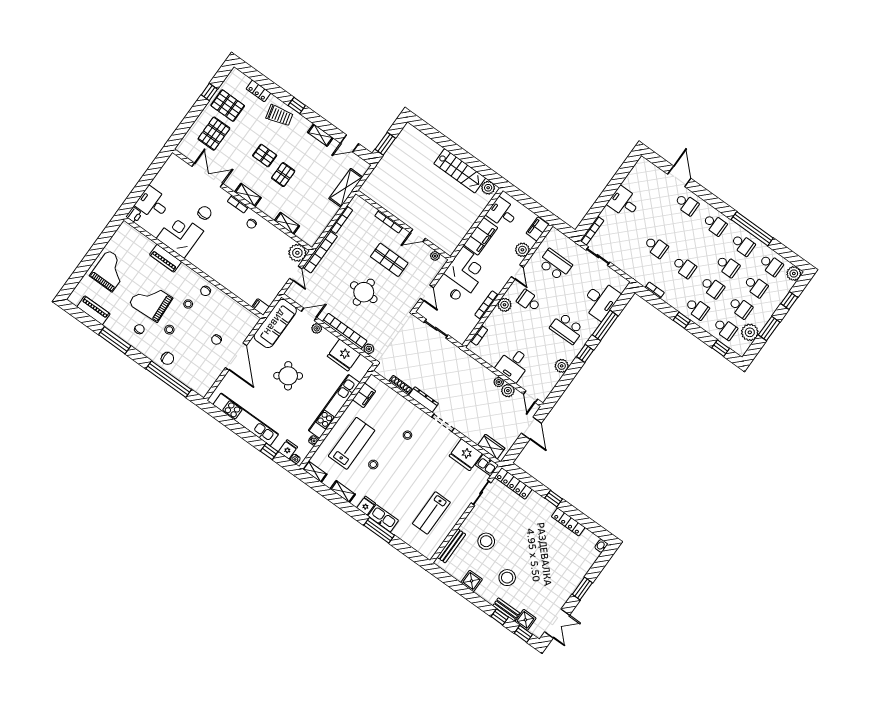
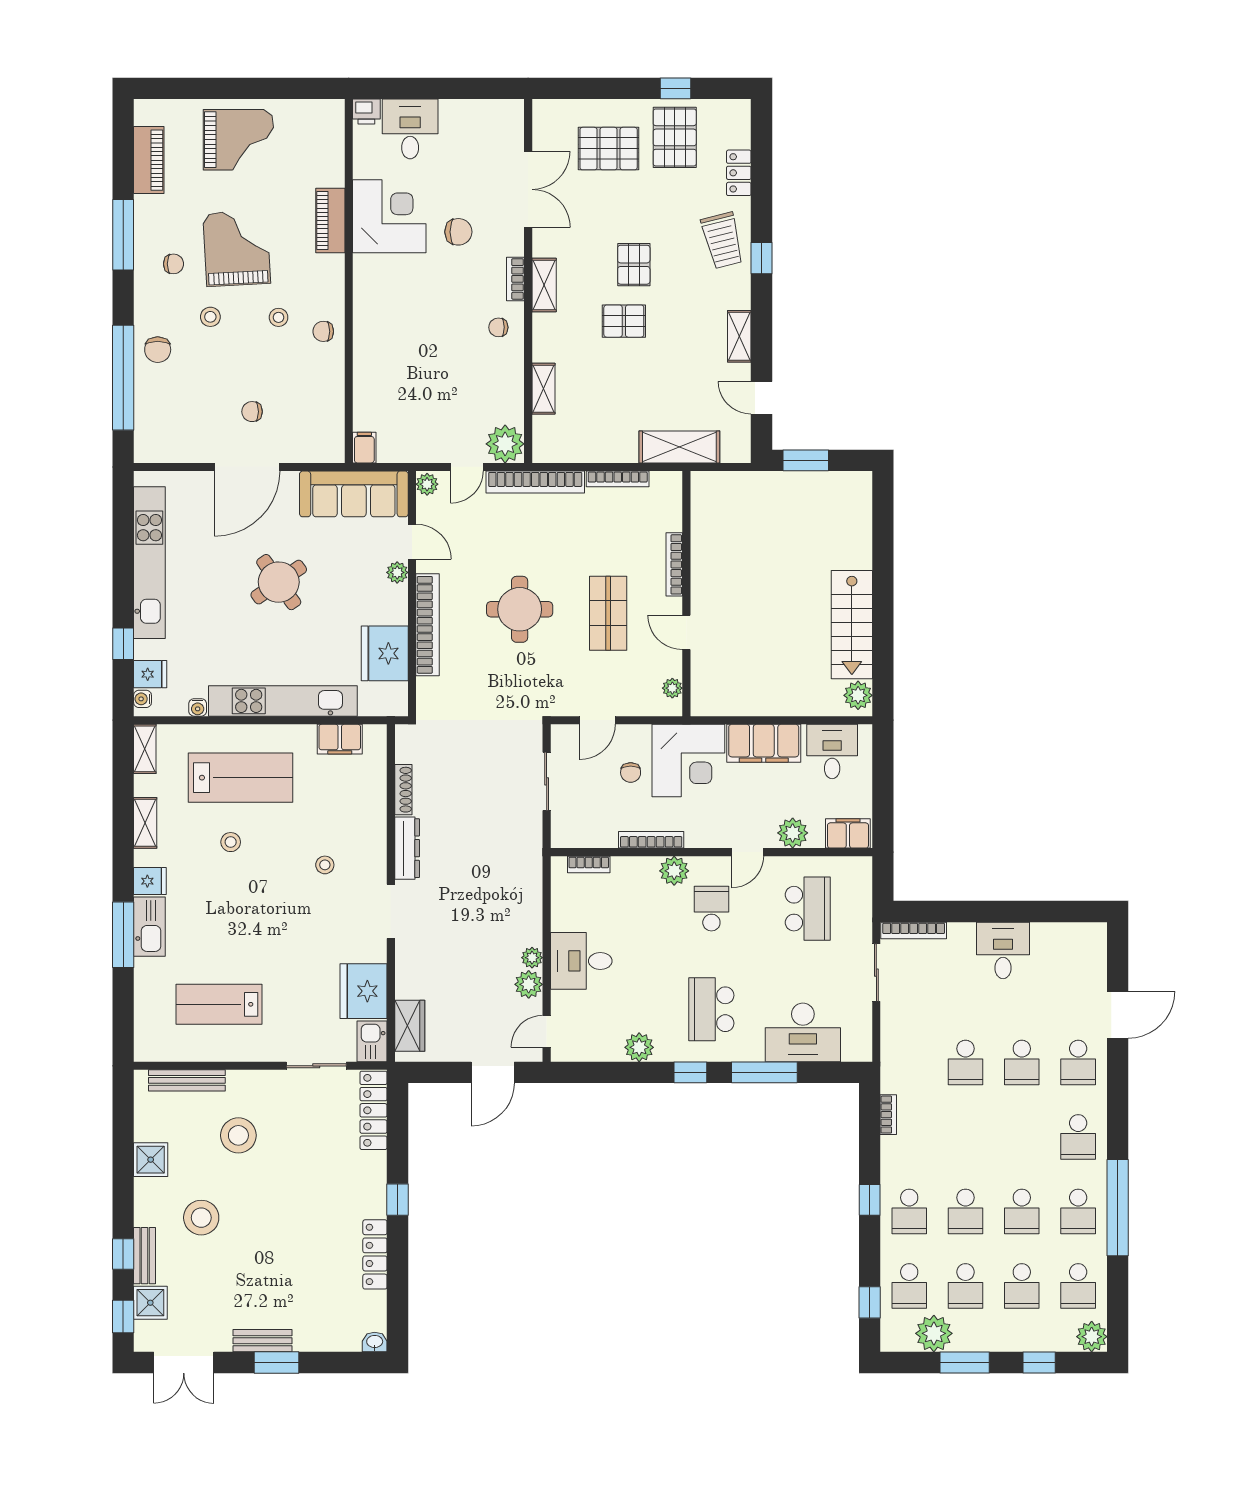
school desk: (684, 267) -> (1022, 1062), moved
plant: (369, 349) -> (427, 484), moved
bench: (570, 588) -> (263, 1341), added

